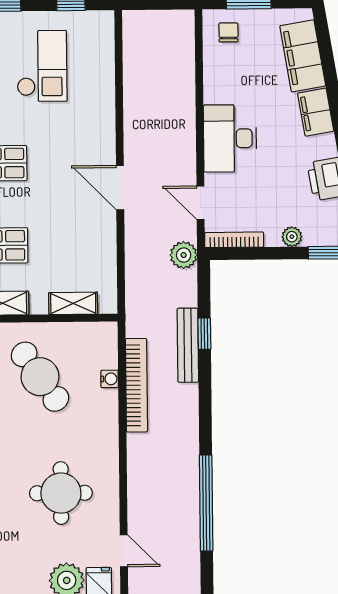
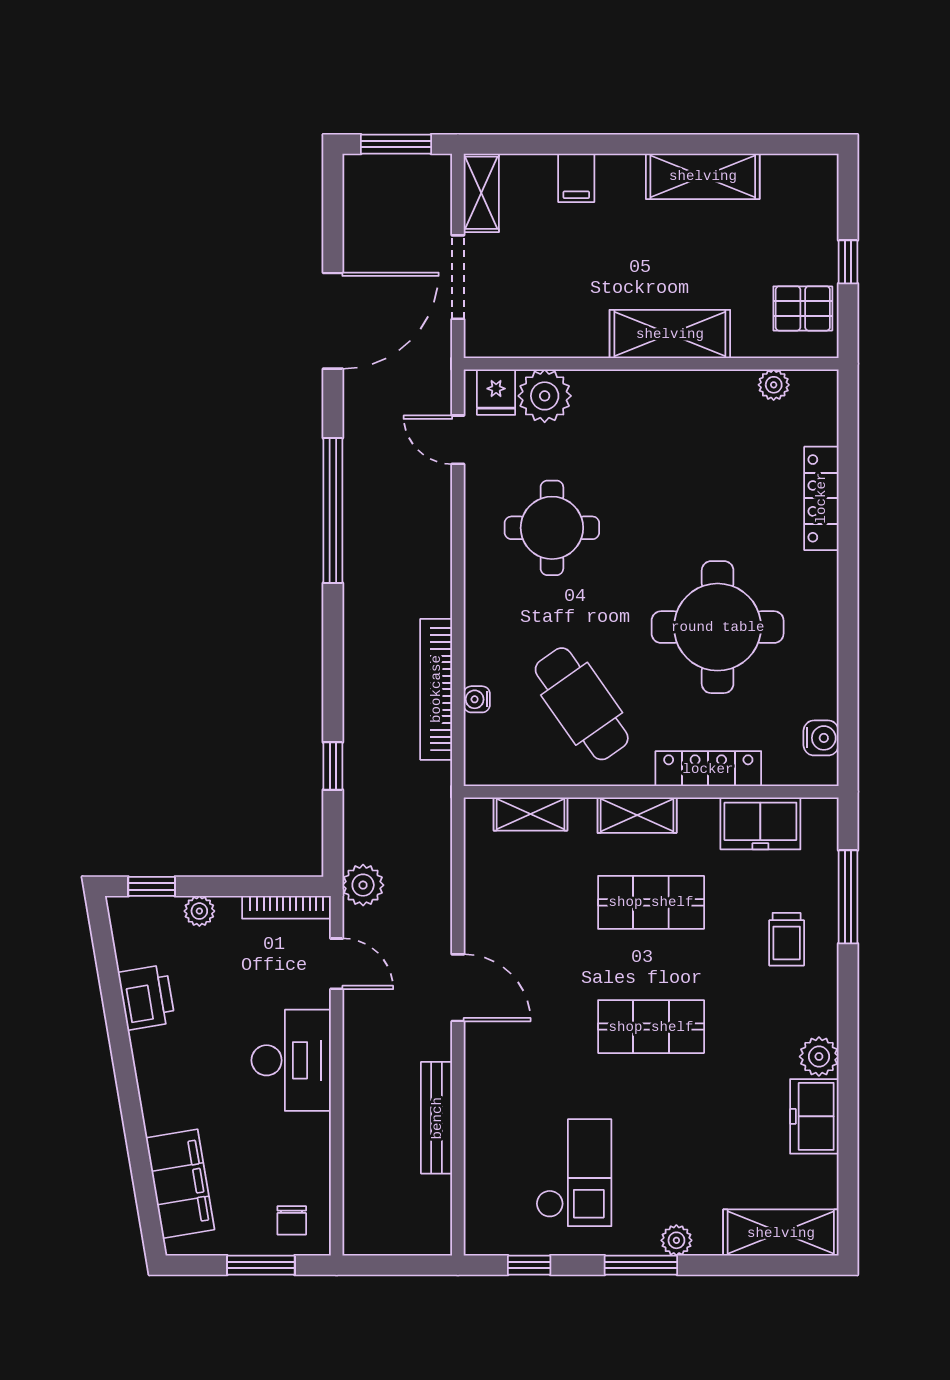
checkout: (42, 66) -> (574, 1173), turned 180
filing cabinet: (316, 112) -> (161, 1099), removed
bench: (188, 345) -> (437, 1118), moved

